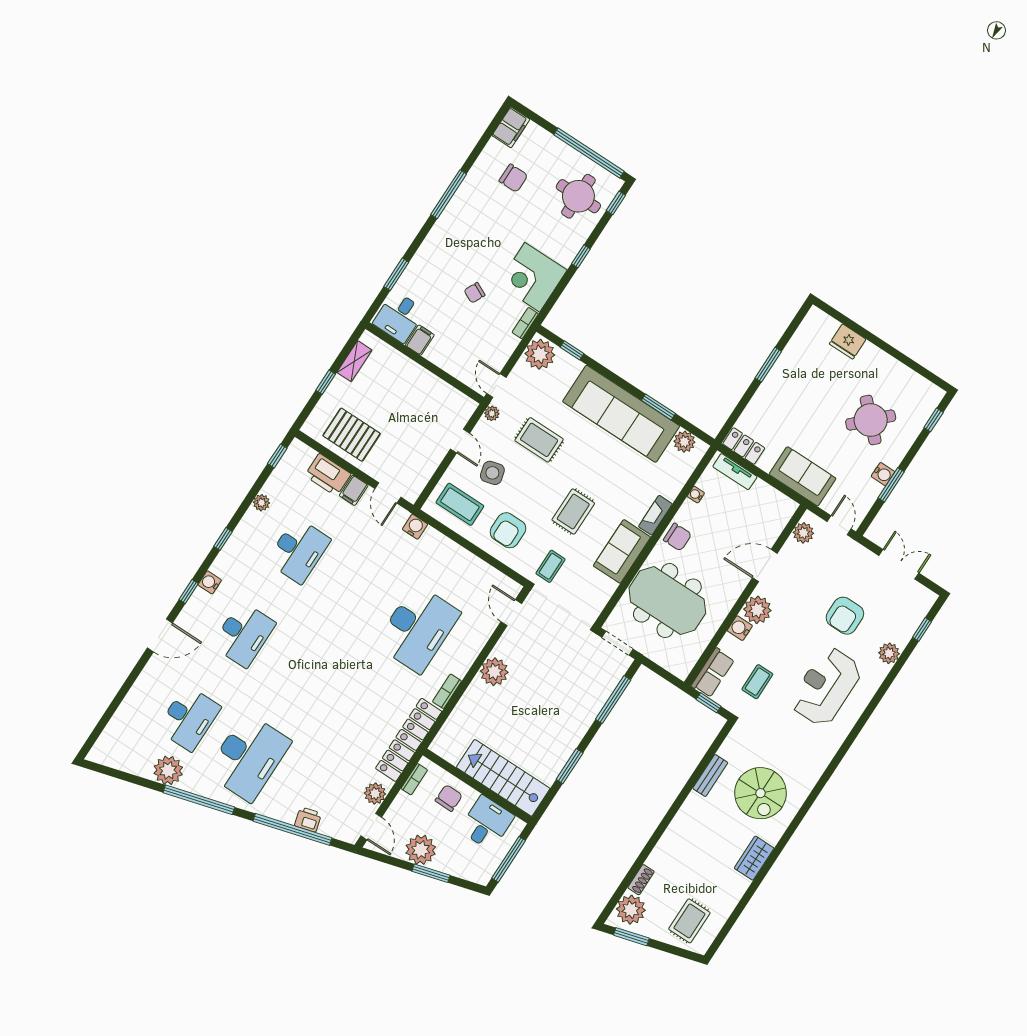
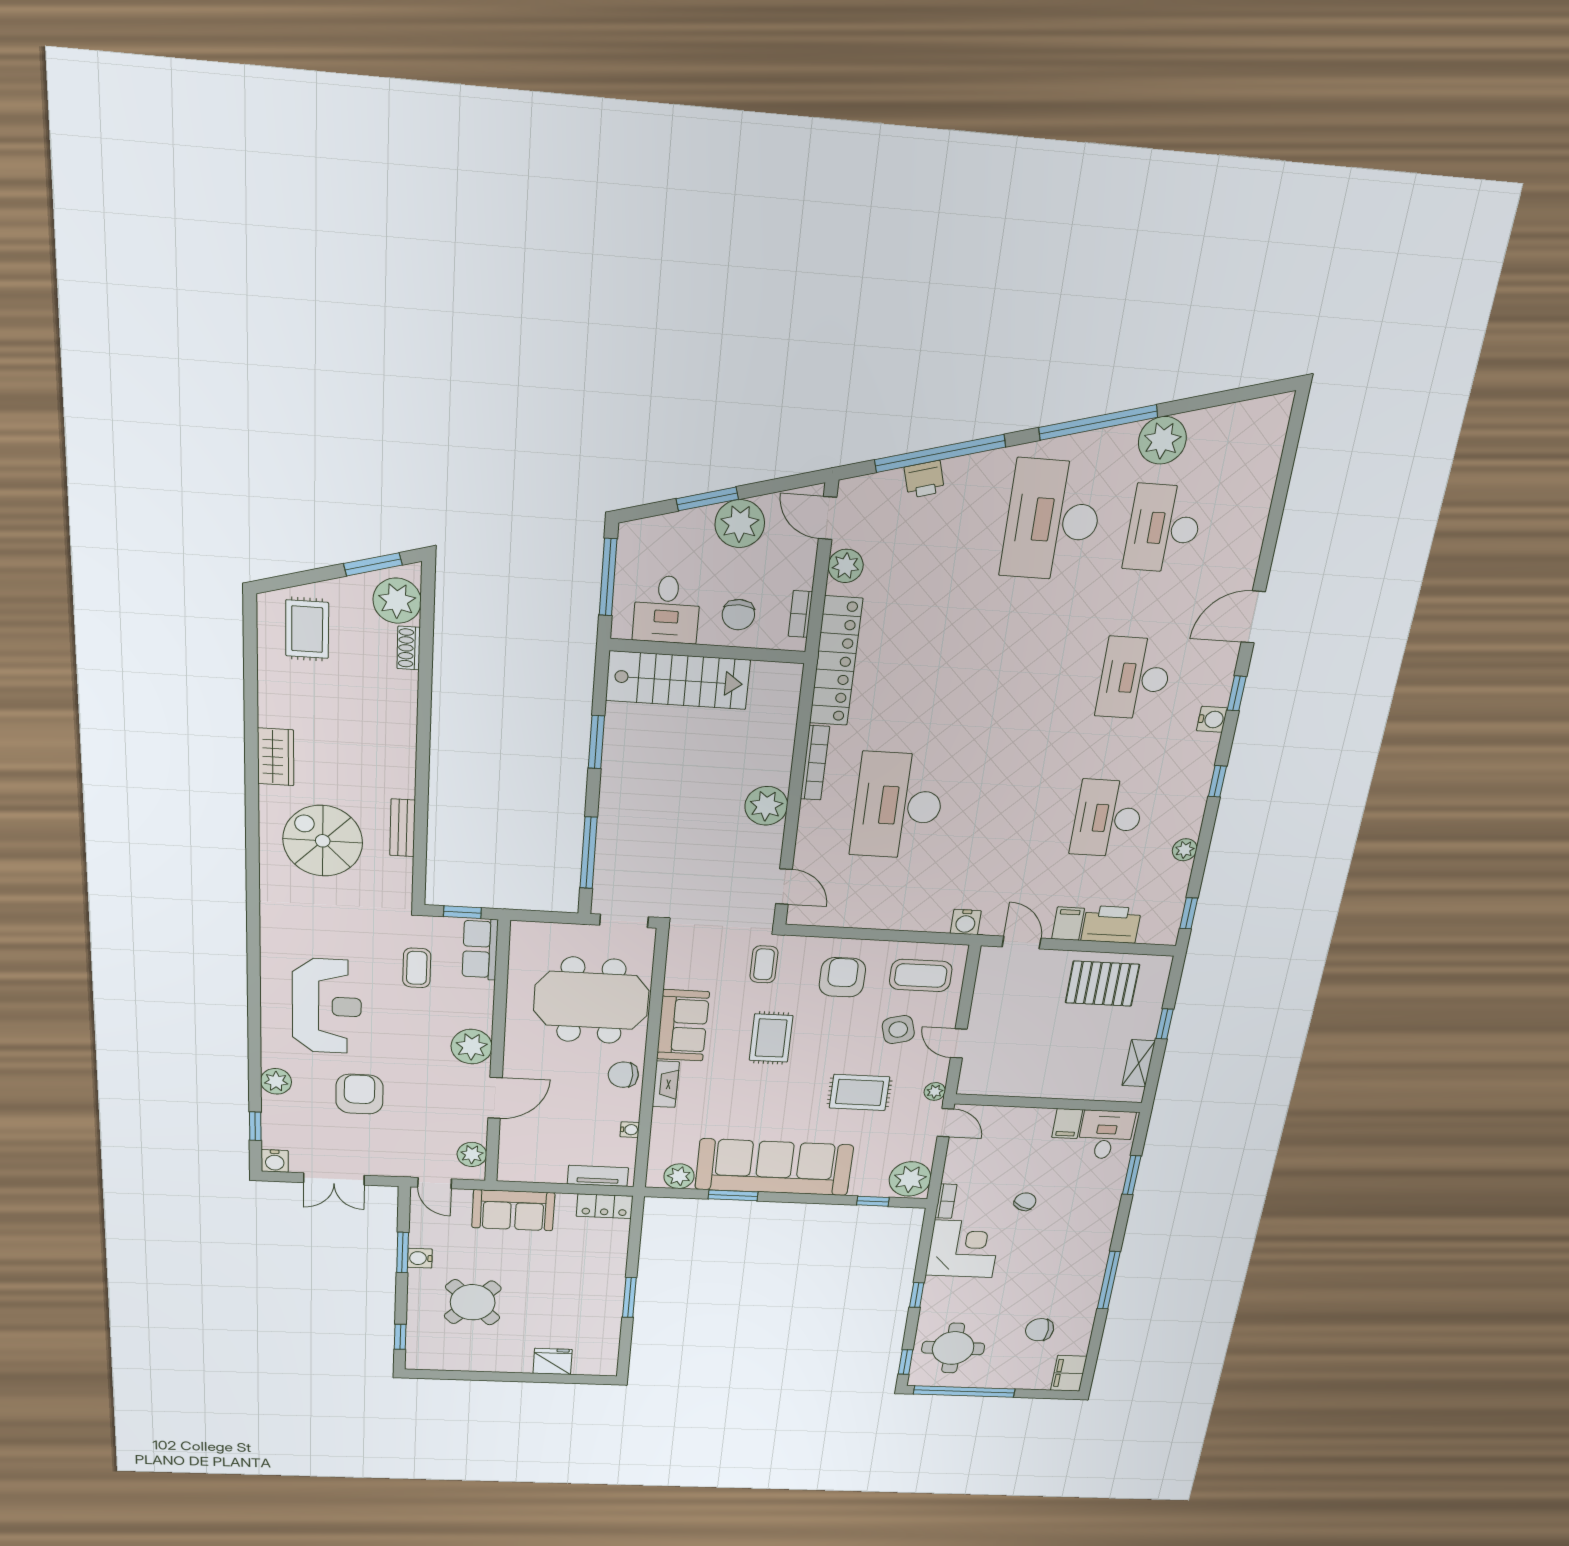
water cooler: (740, 628) -> (275, 1161), moved, turned 90
bookcase: (447, 691) -> (815, 763), width x1.56

